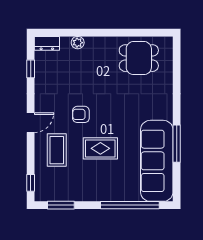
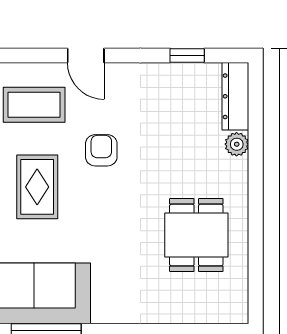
dresser: (47, 43) -> (235, 96), width x1.44
dining table: (139, 58) -> (196, 235), moved

